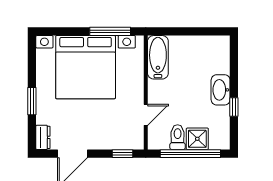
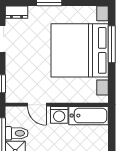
window: (110, 31) -> (112, 44), moved
washing machine: (157, 90) -> (59, 115), added

